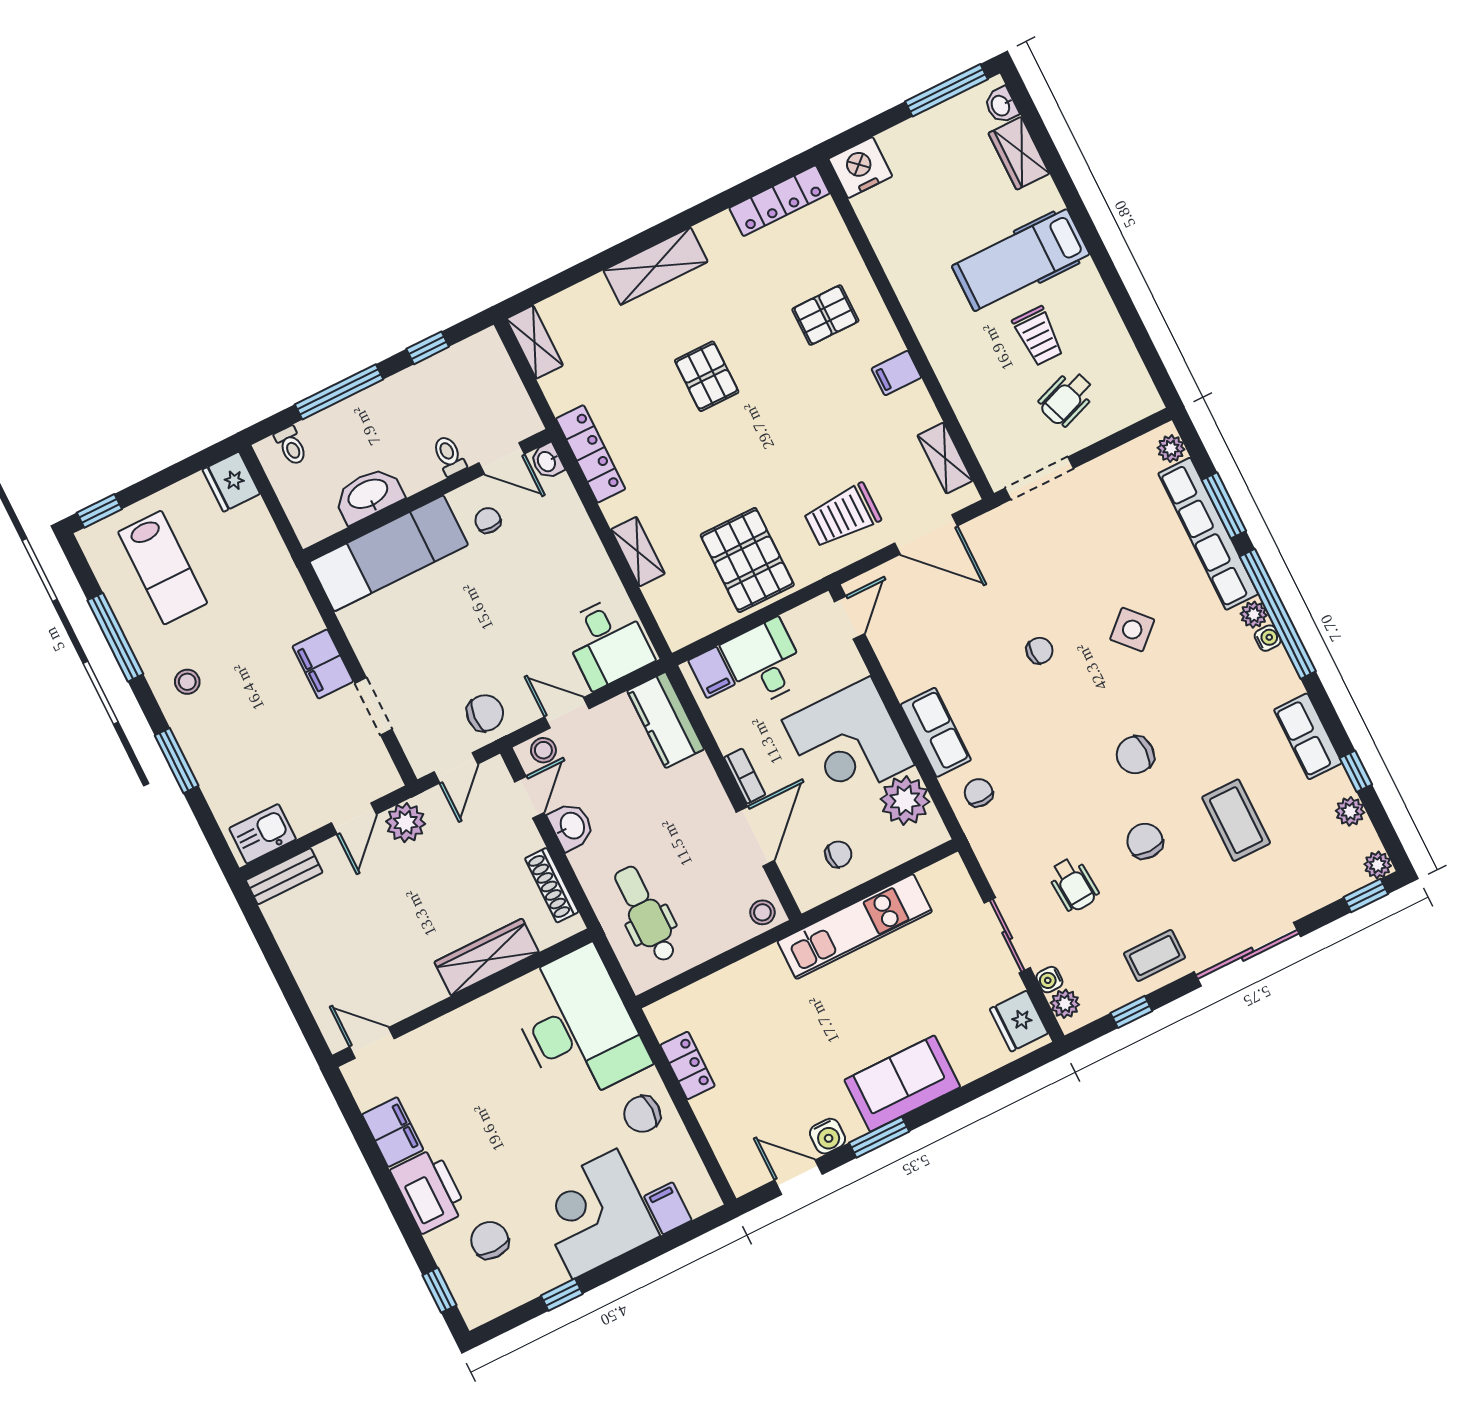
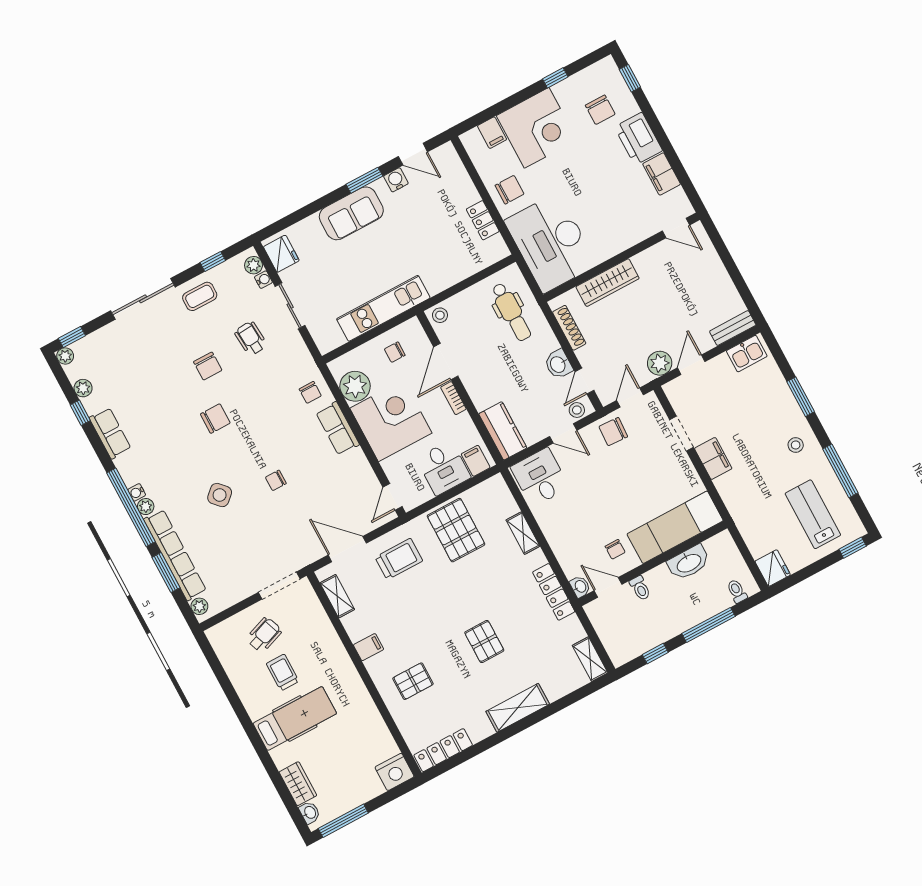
coffee table: (1236, 820) -> (153, 381), removed

